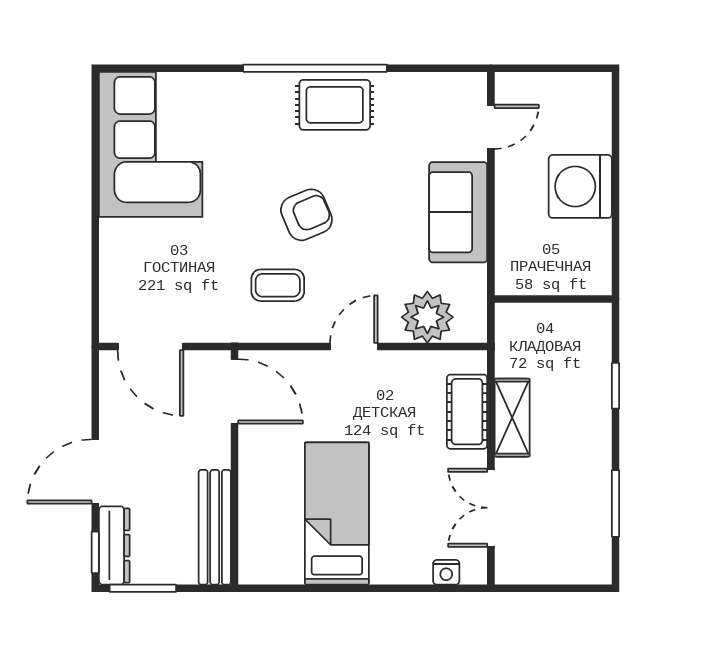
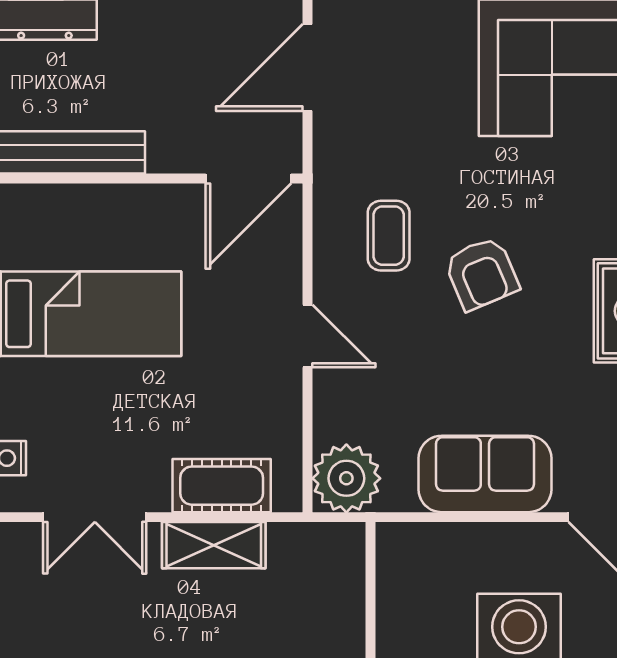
plant: (427, 317) -> (346, 478), moved
double door: (491, 508) -> (95, 517), swing flipped

